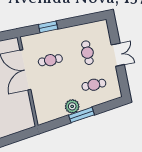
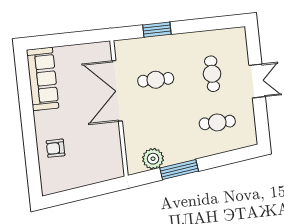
plant: (72, 106) -> (153, 159), moved
window: (81, 115) -> (179, 170), moved

